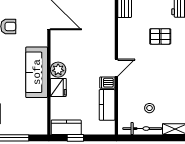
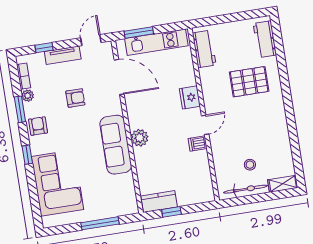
pallet: (160, 36) -> (249, 82), width x1.50, depth x1.42
fridge: (58, 87) -> (190, 97), moved, turned 180
kitchen counter: (107, 105) -> (201, 169), removed

